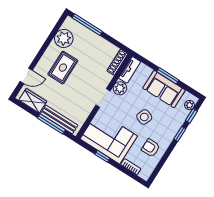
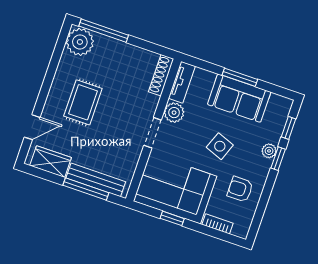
plant: (64, 38) -> (80, 42), moved
plant: (190, 105) -> (269, 151), moved

